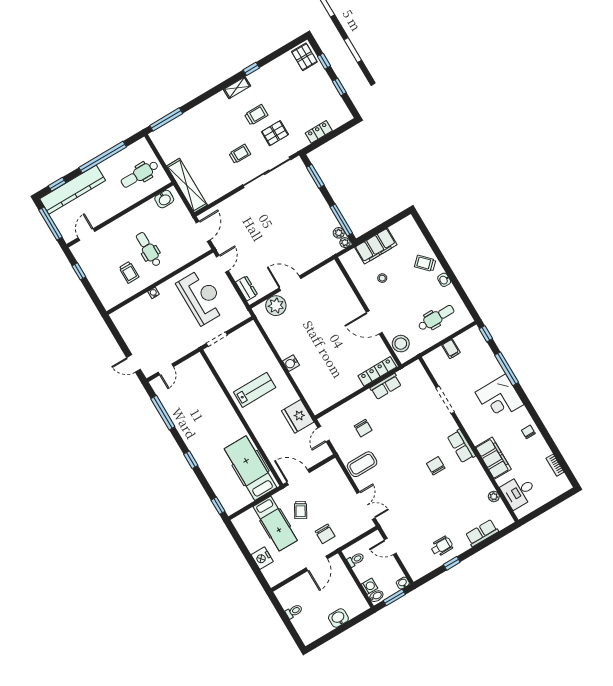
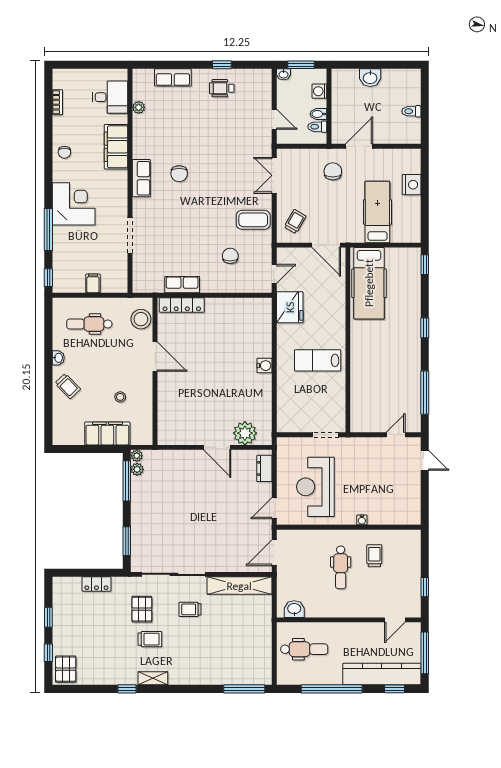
trolley: (256, 115) -> (150, 639), turned 180
pallet: (275, 133) -> (142, 609), turned 90
shelving: (187, 186) -> (239, 586), moved, turned 90
trolley: (301, 510) -> (295, 222), moved
bidet: (376, 596) -> (318, 114), moved

